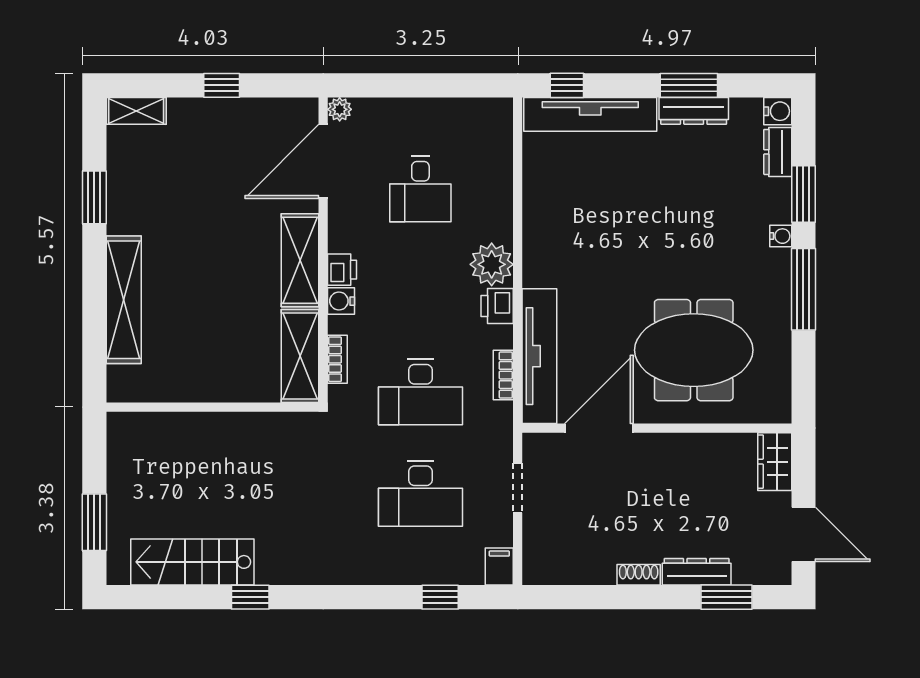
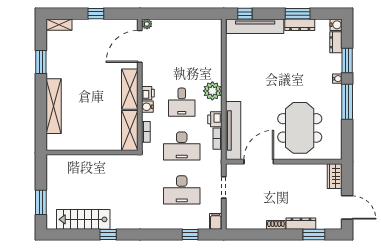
desk: (420, 189) -> (182, 102), moved
printer: (497, 306) -> (215, 119), moved
meeting table: (694, 350) -> (300, 128), turned 90

